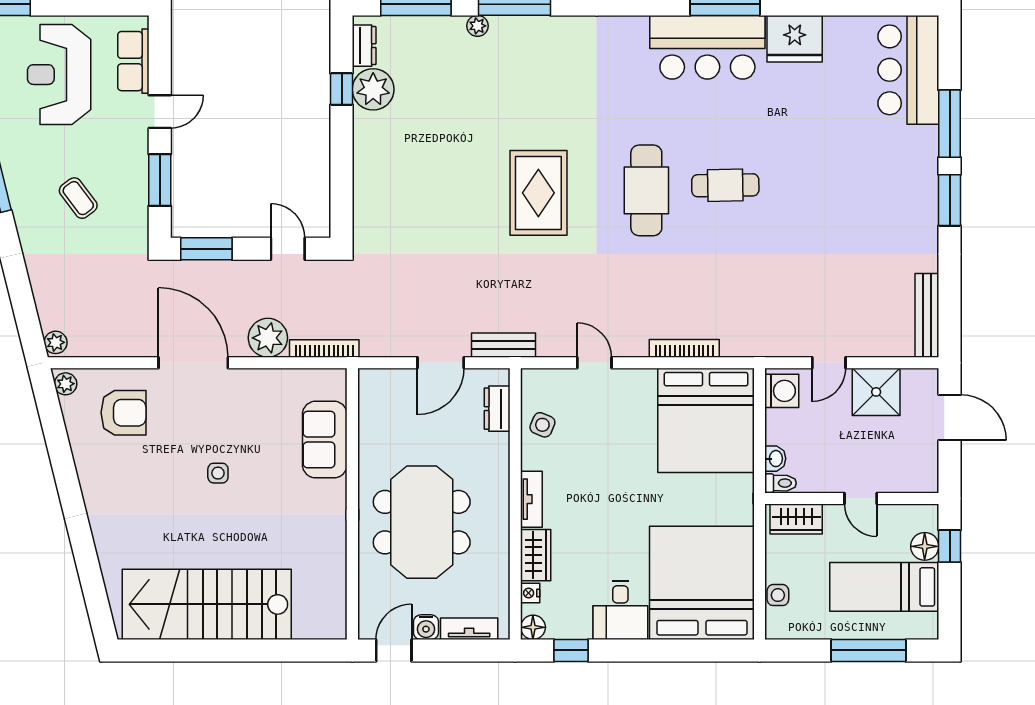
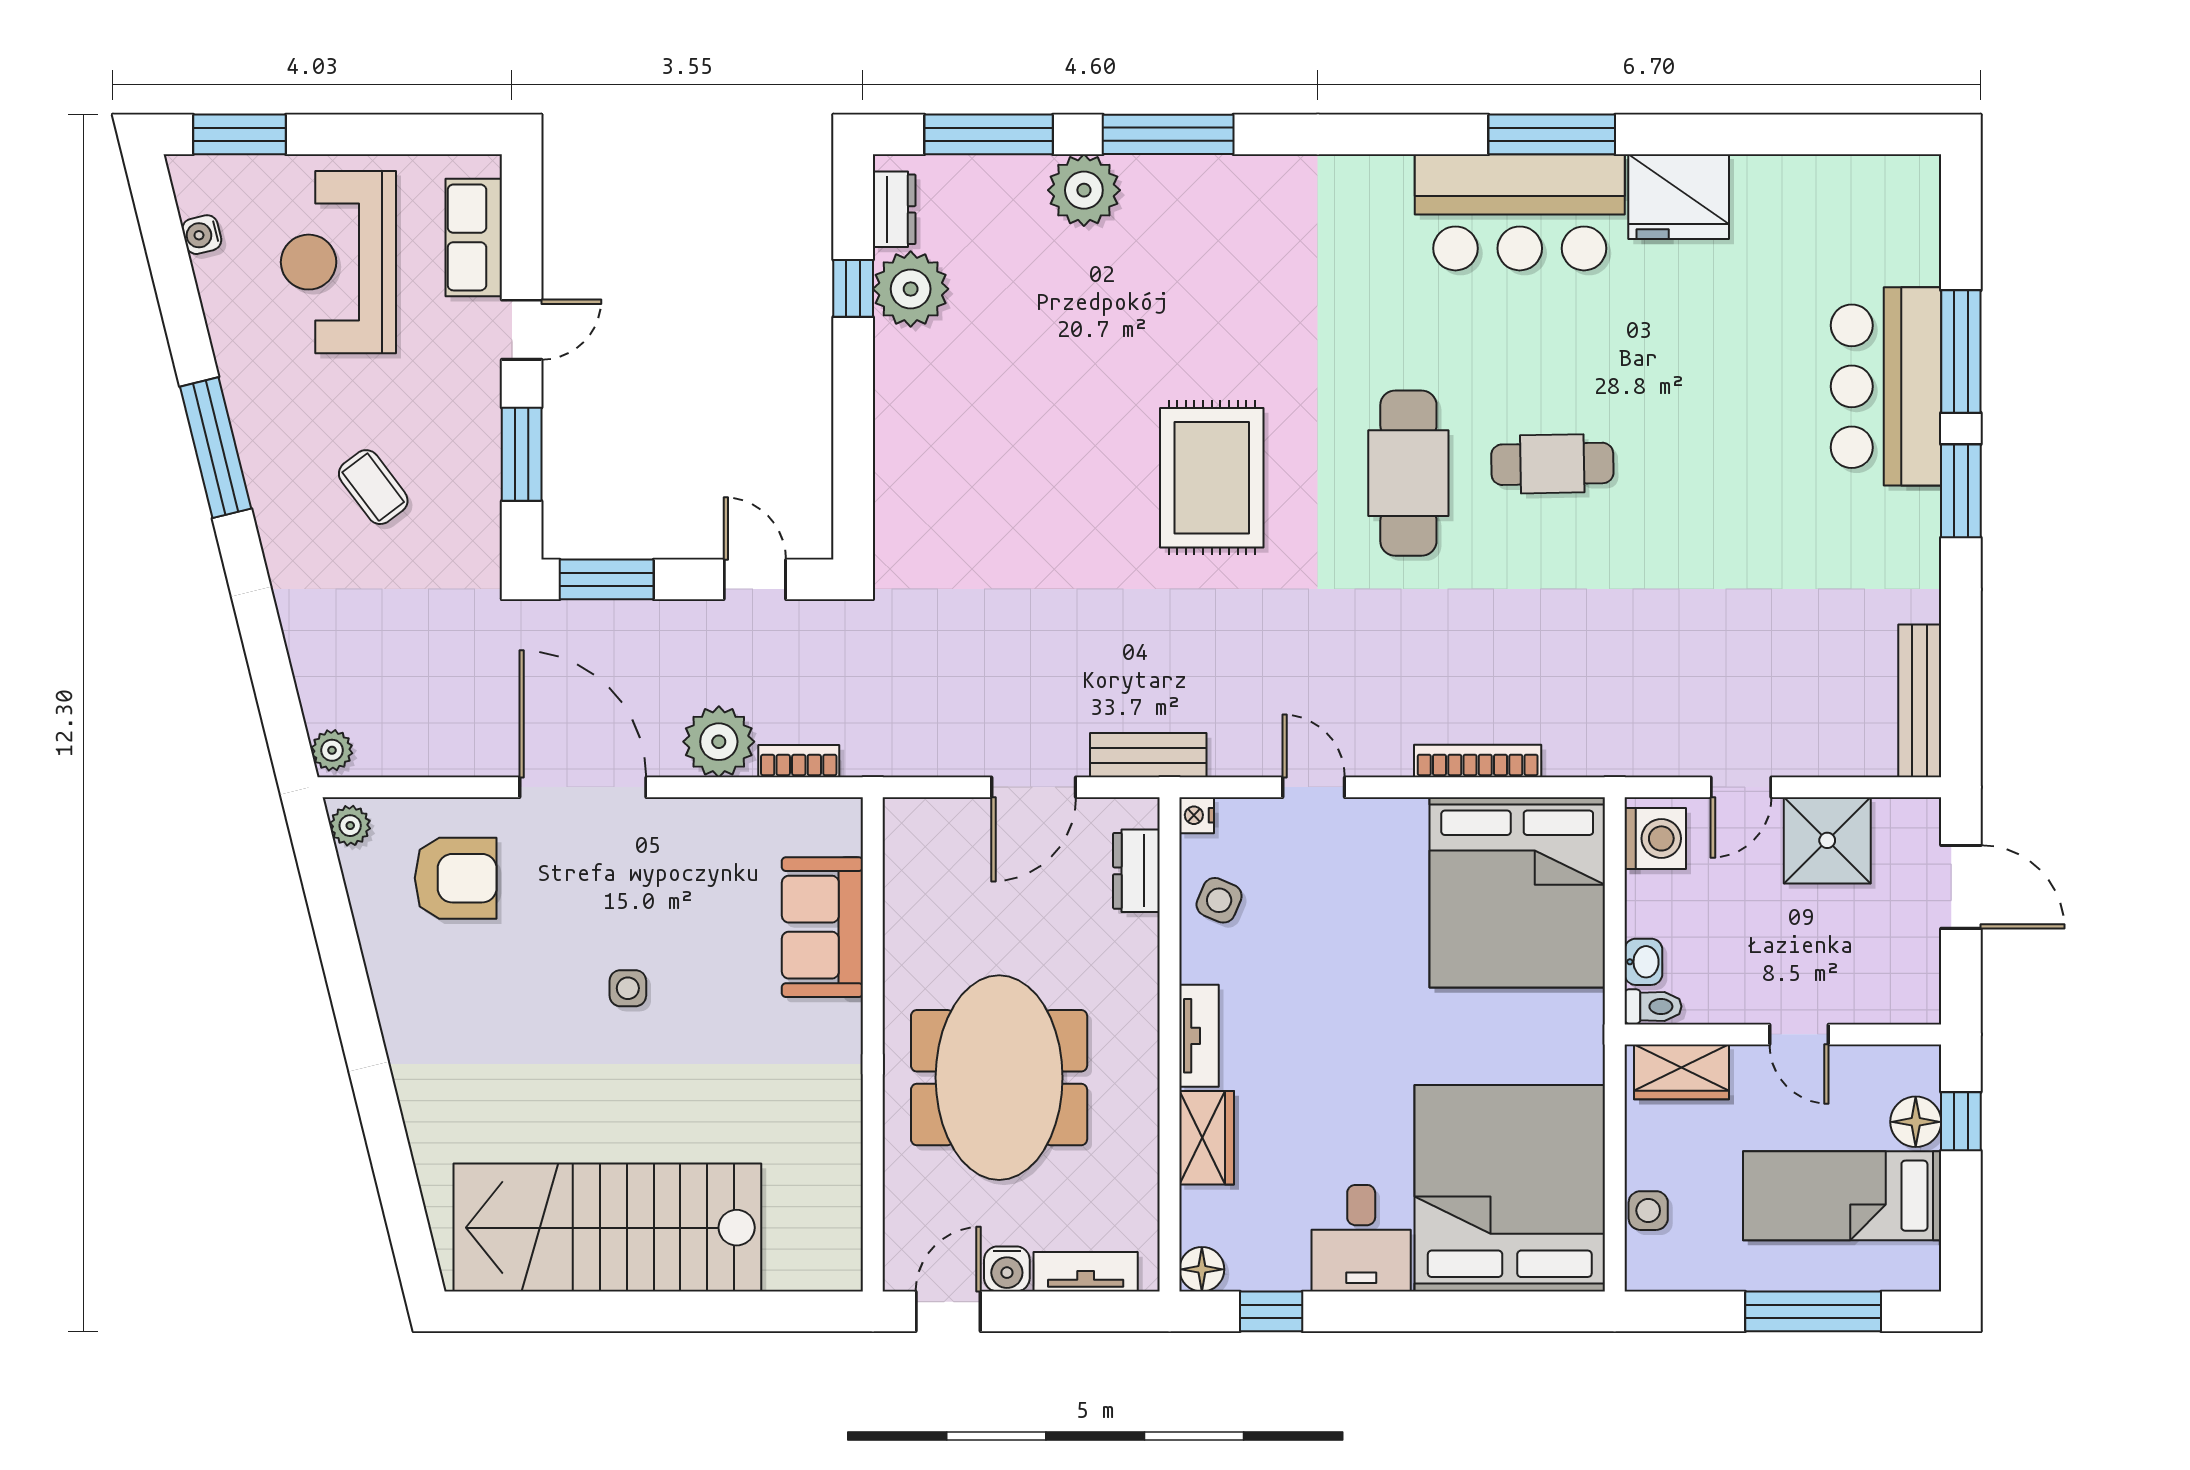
plant: (477, 26) -> (1084, 190), width x1.88, depth x1.88
bar counter: (908, 70) -> (1886, 386), moved
bookcase: (324, 348) -> (799, 761), width x0.64
nightstand: (530, 593) -> (1197, 815), moved

